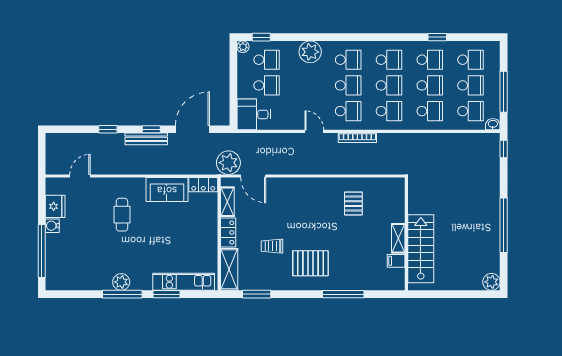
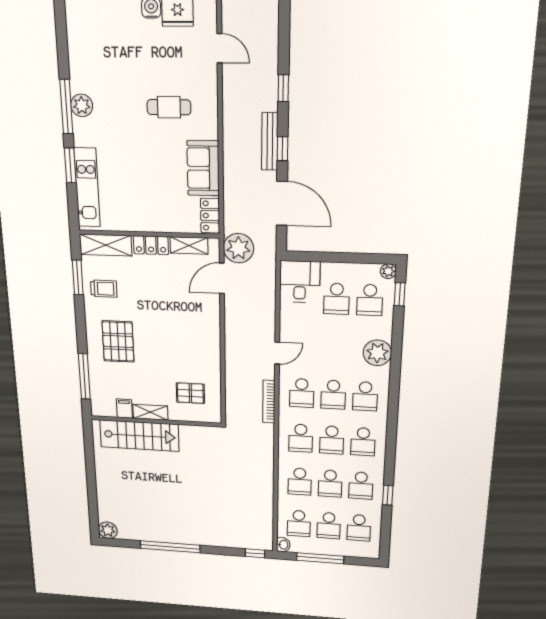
wall: (406, 234) -> (156, 421), moved
shelving: (398, 238) -> (150, 412), moved
trolley: (272, 246) -> (104, 289), moved, turned 90
stairs: (421, 249) -> (139, 436), moved
filing cabinet: (396, 261) -> (124, 409), moved

